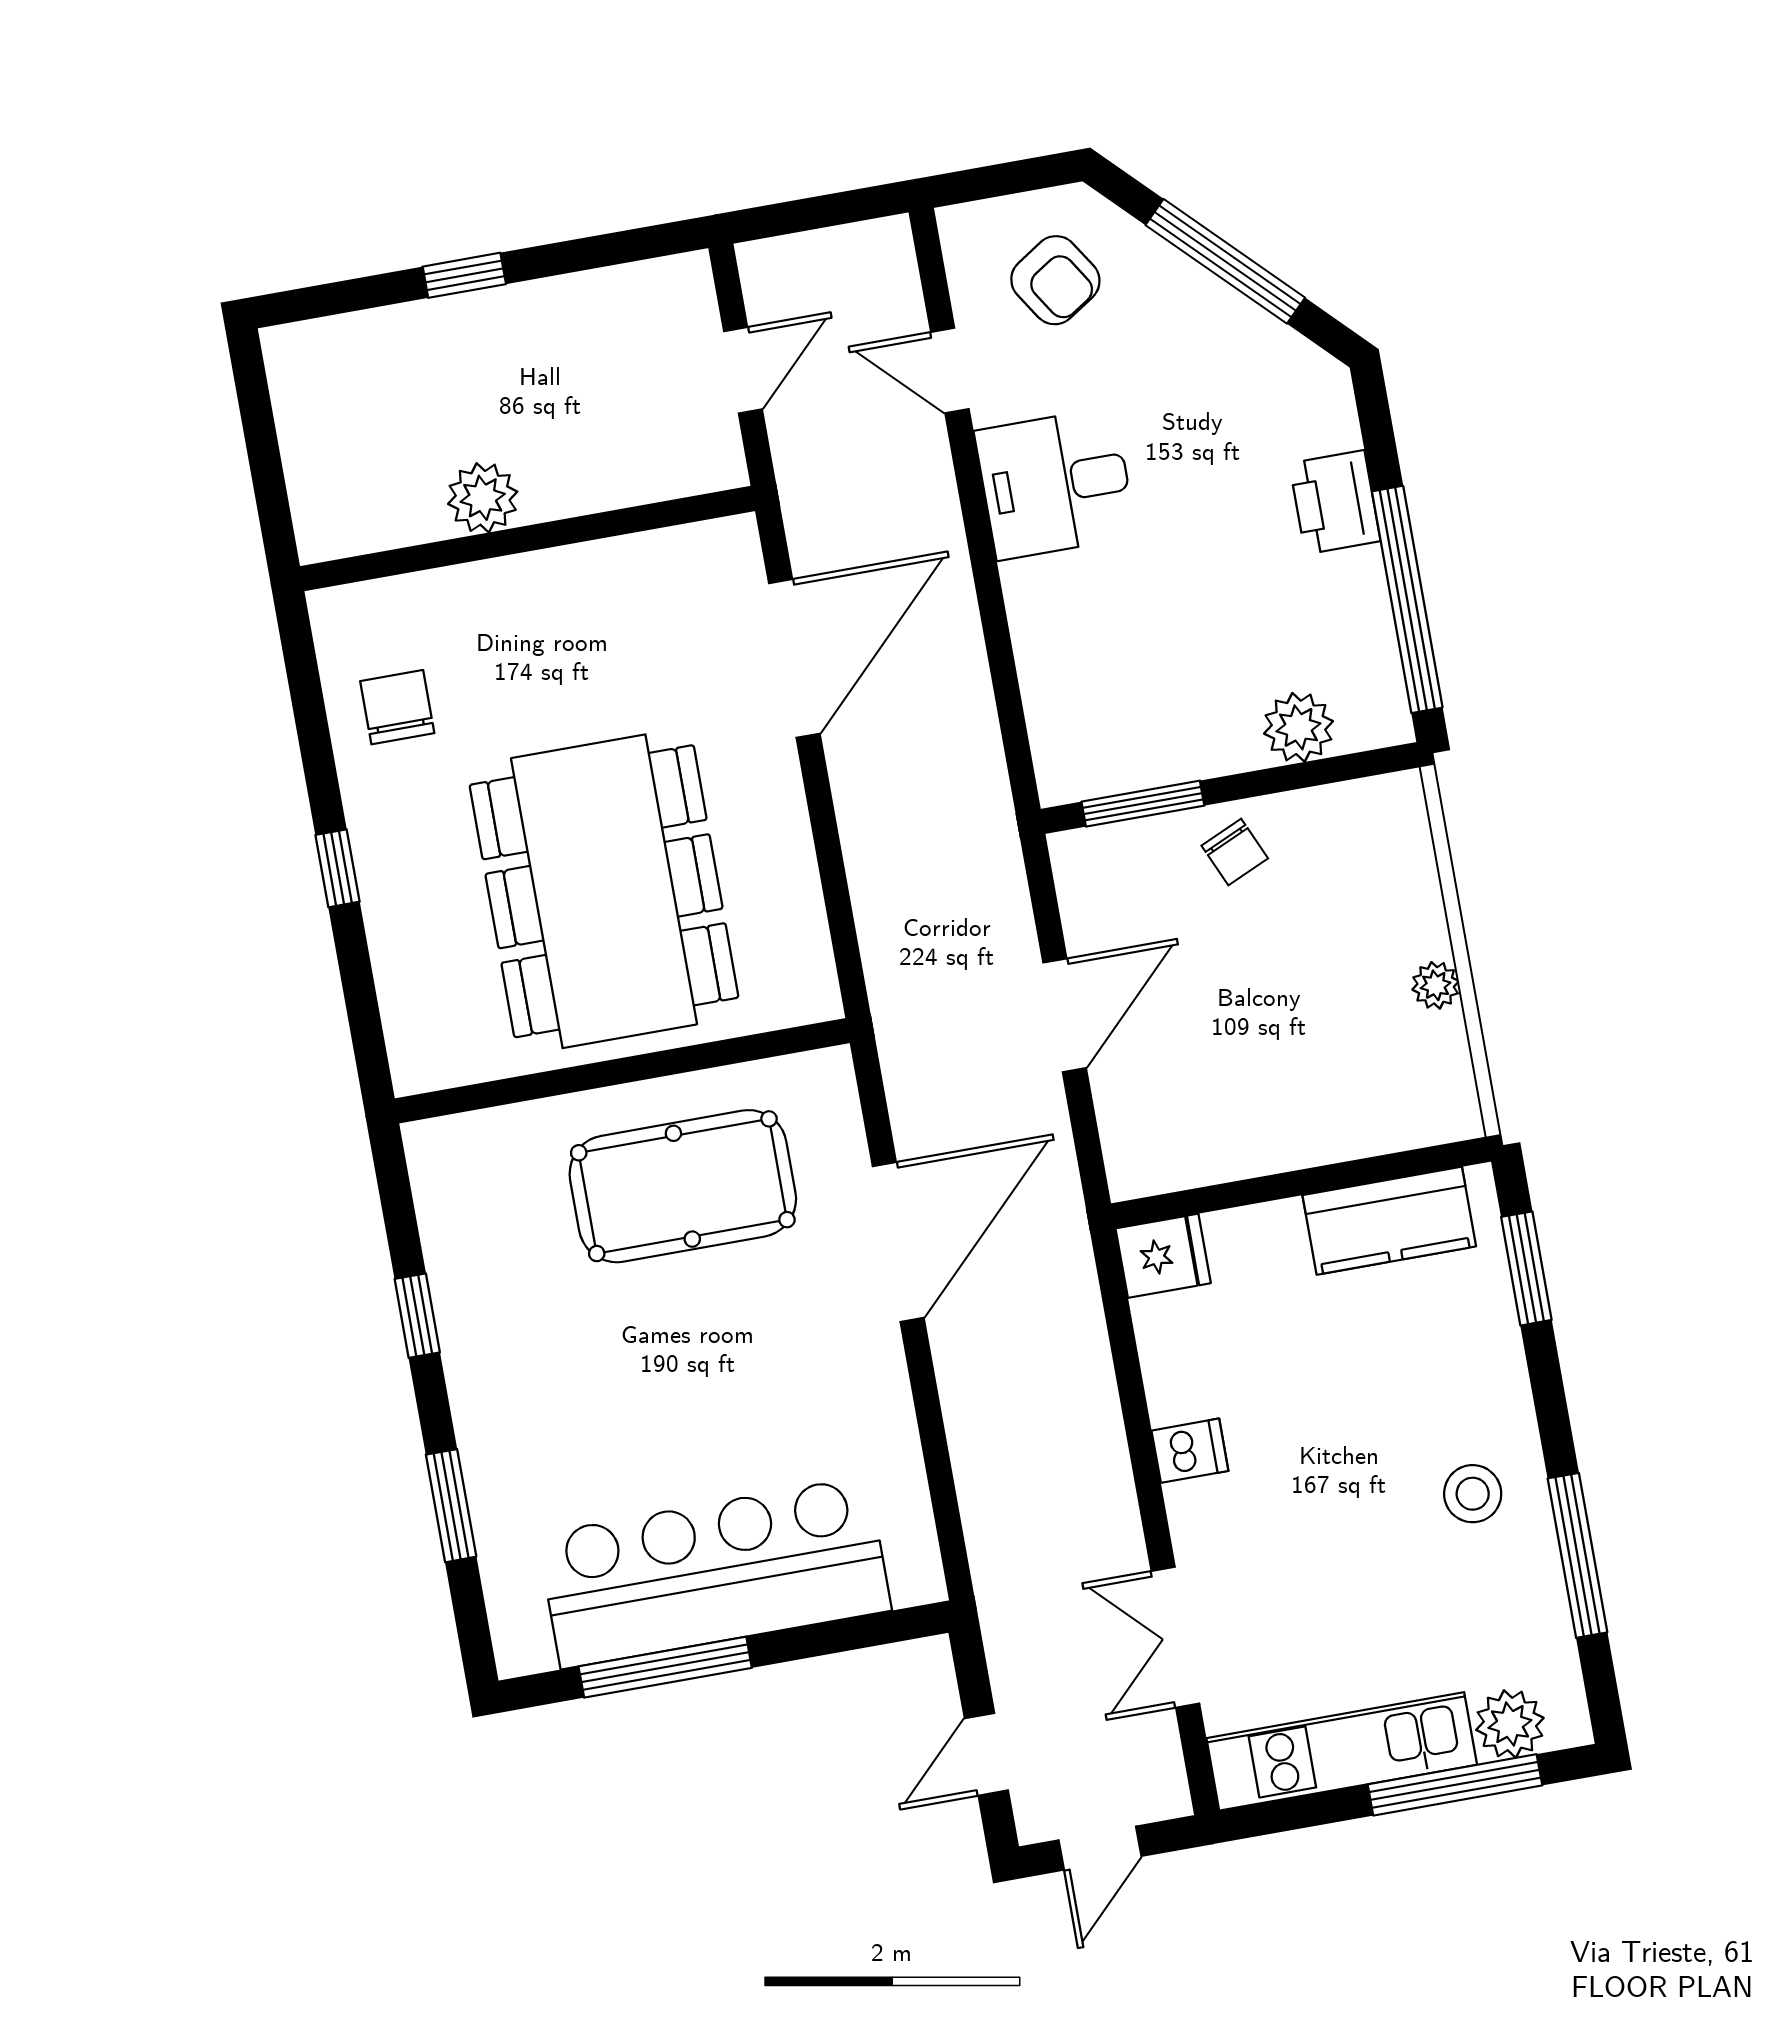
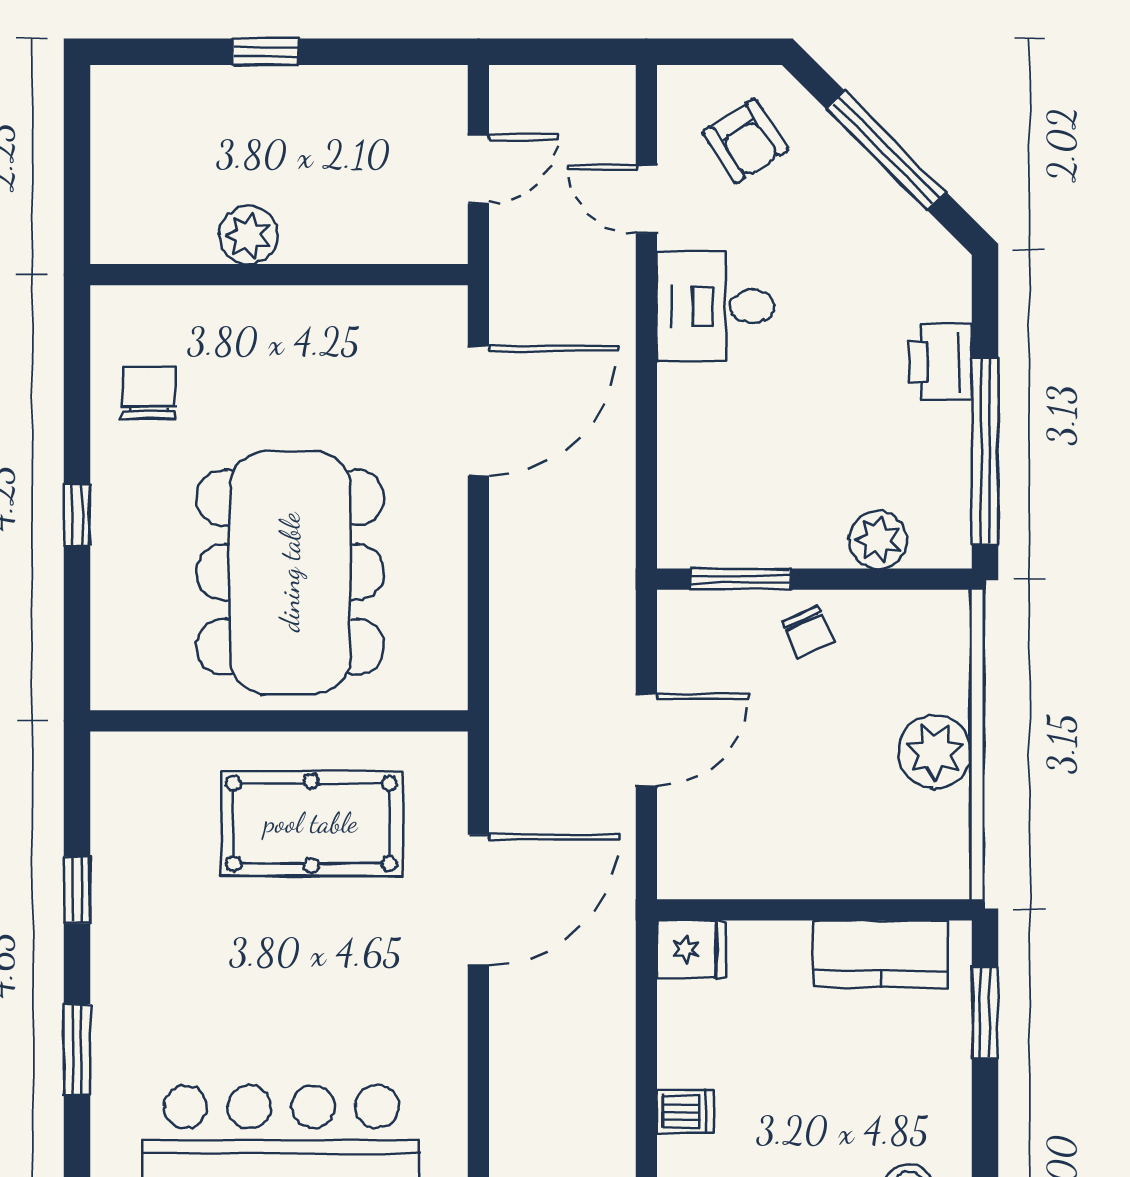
plant: (1436, 985) -> (935, 752), width x1.88, depth x1.88

